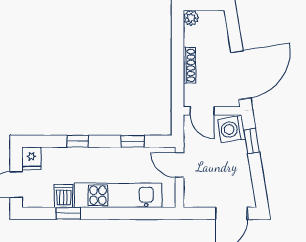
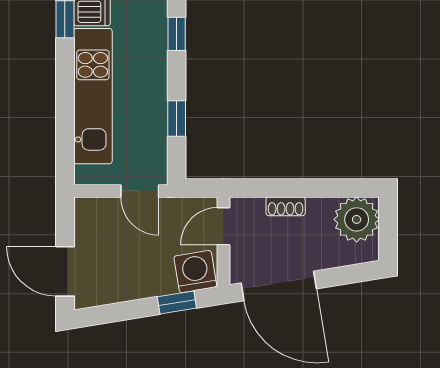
plant: (191, 18) -> (357, 219), width x1.87, depth x1.87
shoe rack: (189, 65) -> (286, 206), width x0.70
door: (179, 165) -> (140, 191), swing flipped

